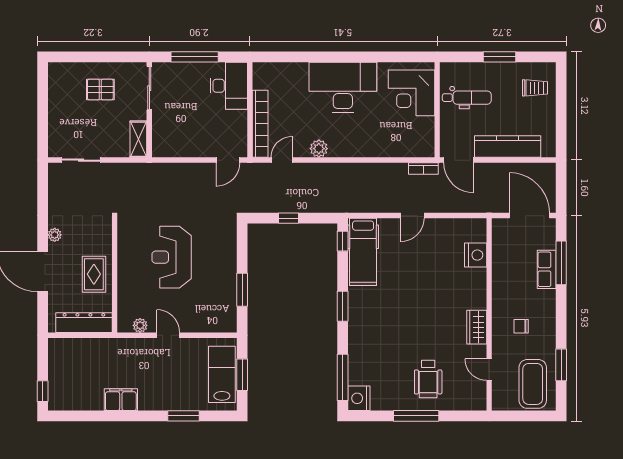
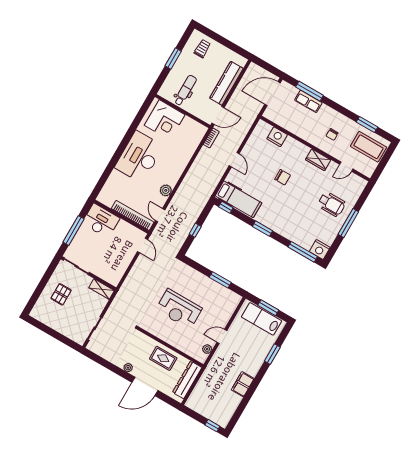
chair: (426, 293) -> (283, 177), added

